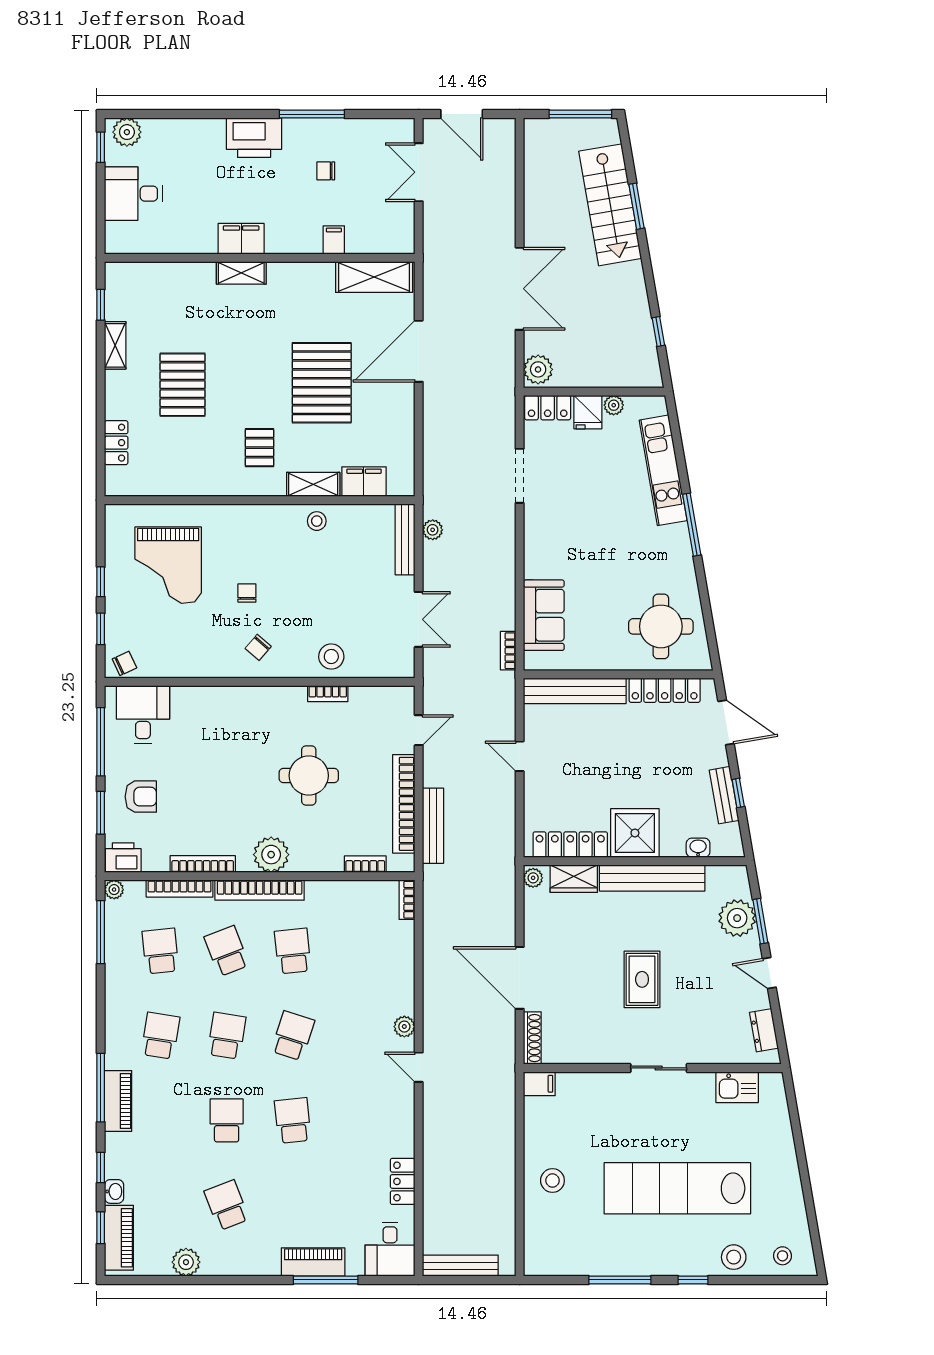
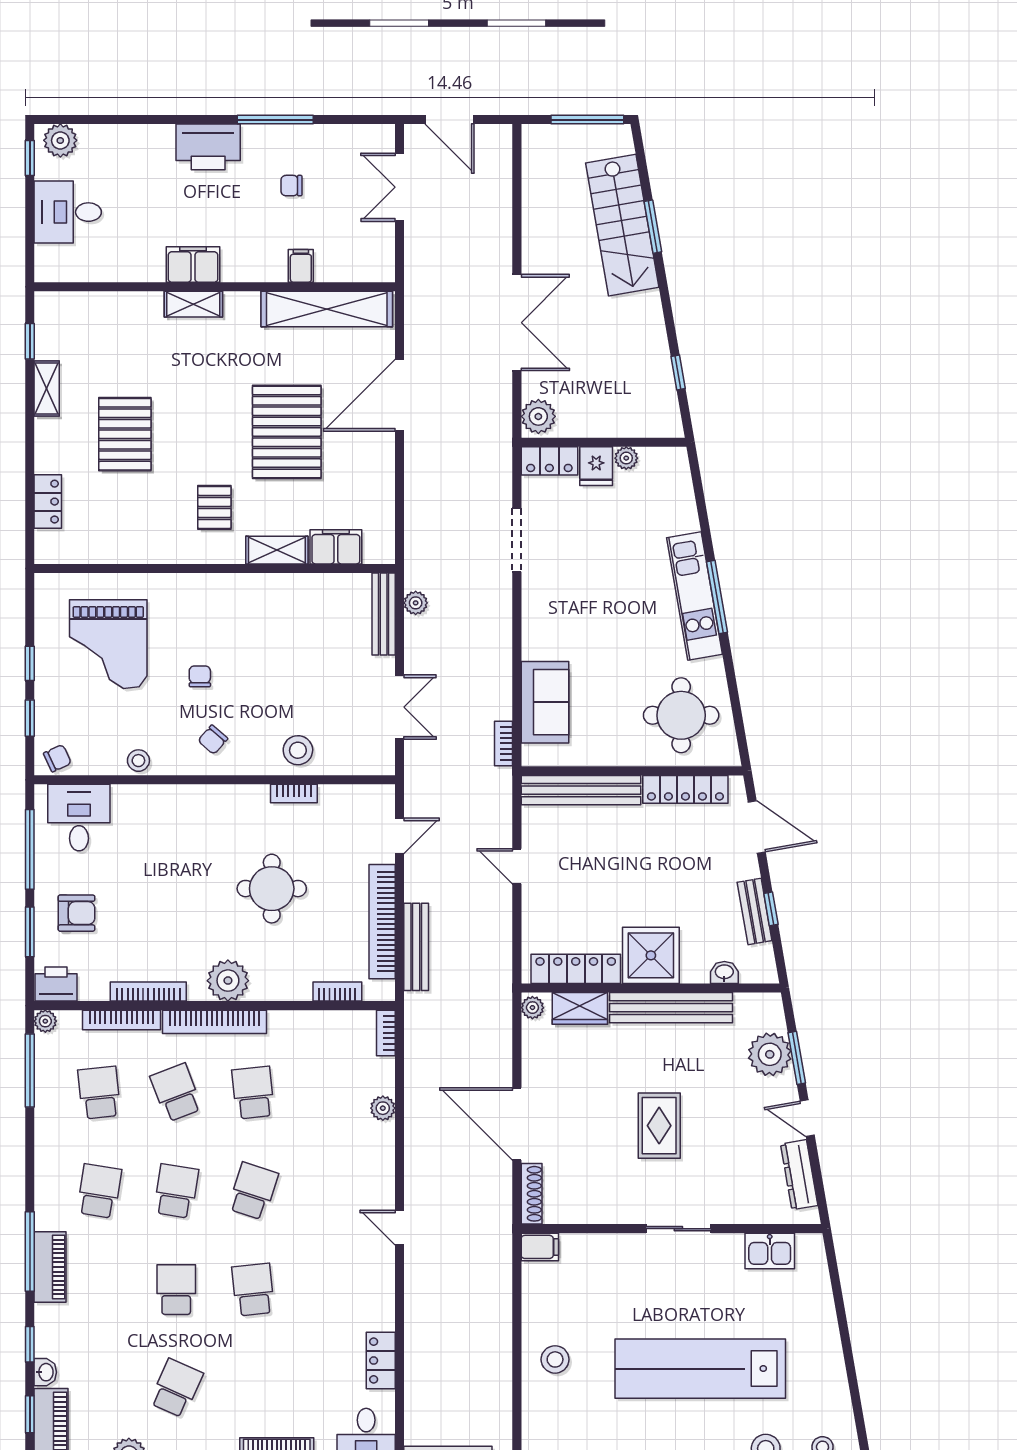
shelving: (374, 277) -> (327, 309), width x1.47
kitchen unit: (663, 470) -> (695, 596), moved
stool: (317, 521) -> (138, 761), moved
plant: (404, 1027) -> (383, 1108), moved
dresser: (764, 1030) -> (799, 1175), width x1.44
school desk: (227, 1205) -> (176, 1388), turned 45

